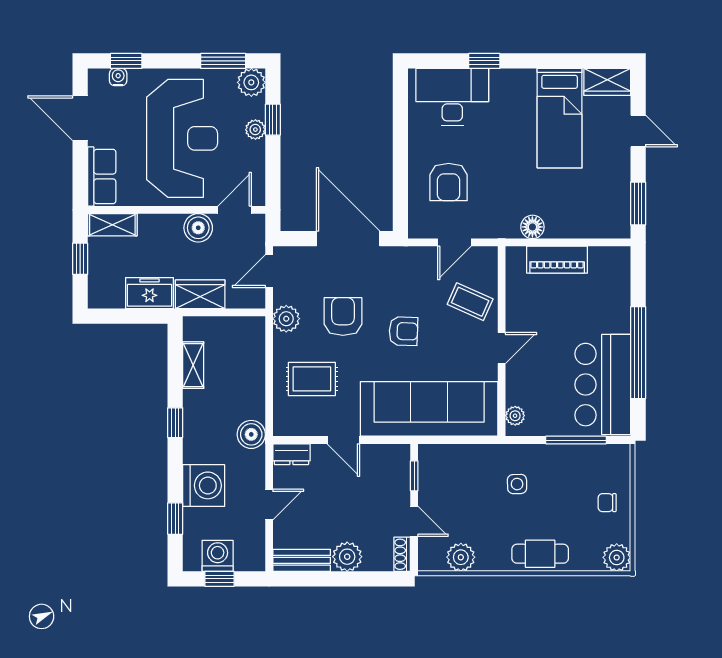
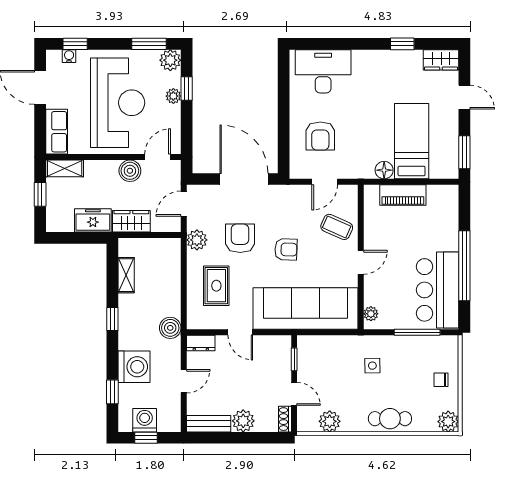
window: (484, 61) -> (402, 44), moved
bed: (560, 118) -> (412, 141), moved, turned 180
rug: (312, 379) -> (216, 286), turned 90

